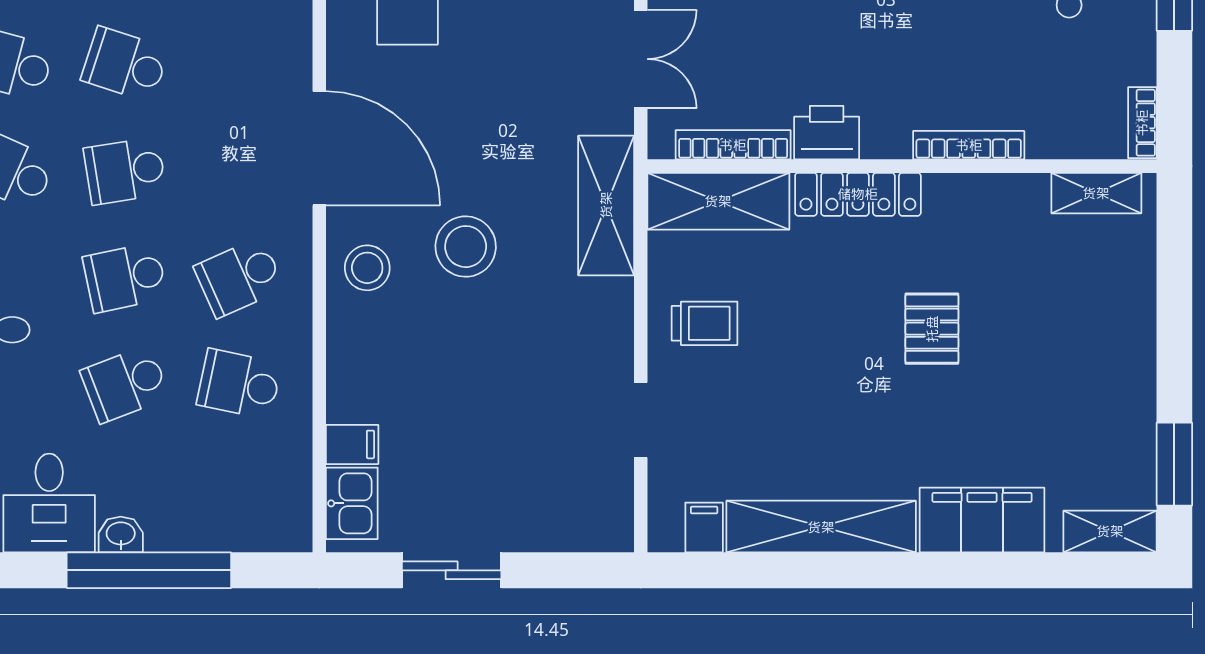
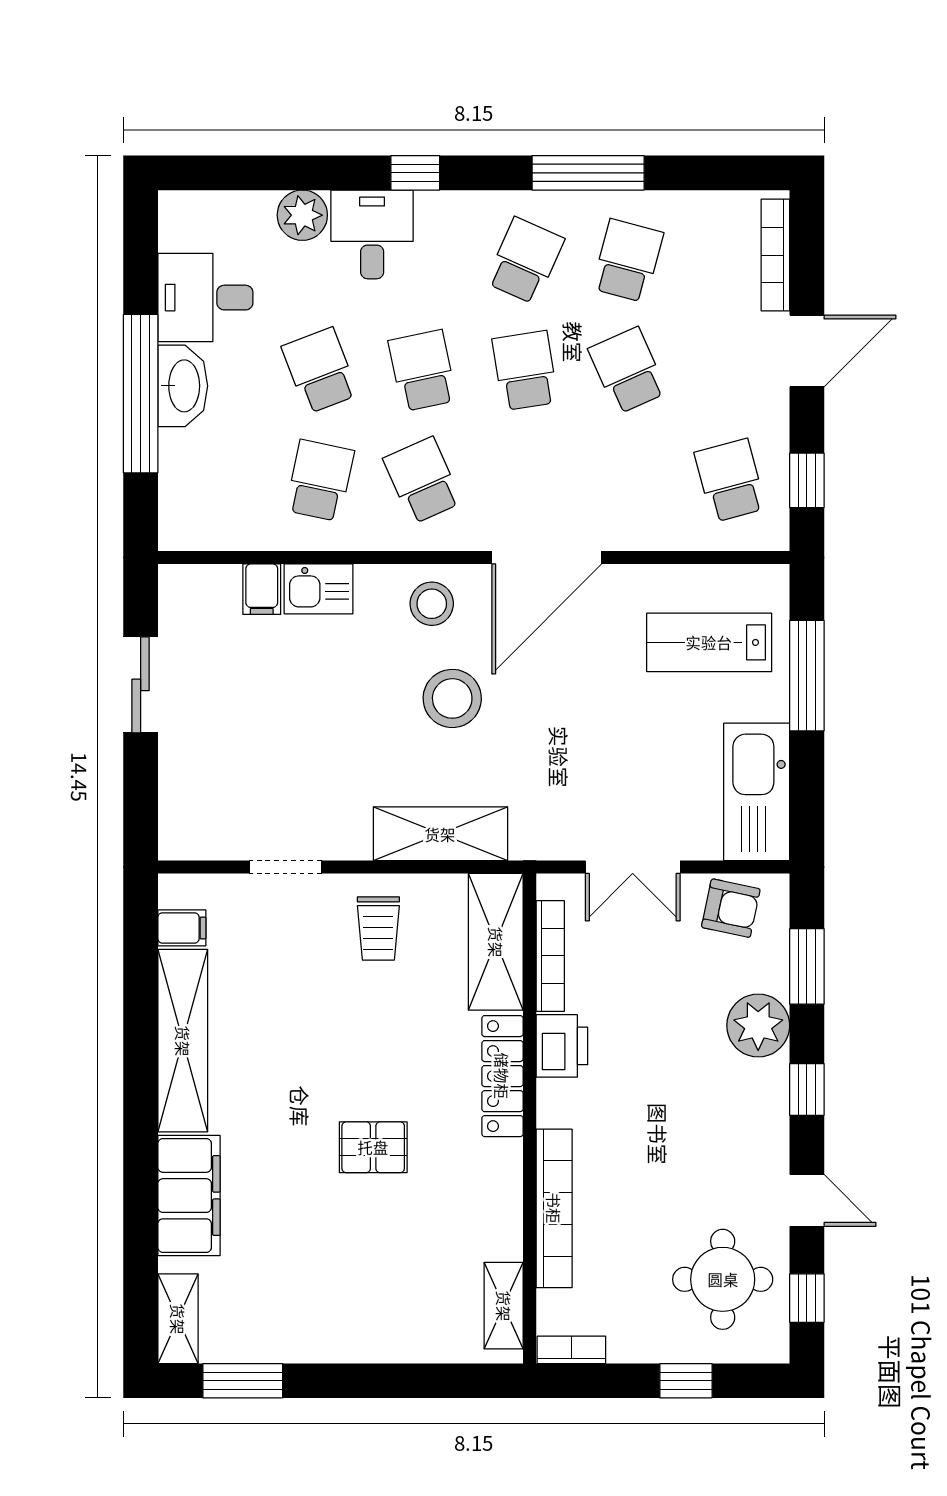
school desk: (125, 64) -> (628, 371), turned -42
bookcase: (969, 145) -> (554, 1208), width x1.48, depth x1.31
shelving: (606, 205) -> (440, 834), moved
kitchen sink: (352, 503) -> (319, 589), moved
washbasin: (121, 535) -> (183, 386), width x1.91, depth x1.45

